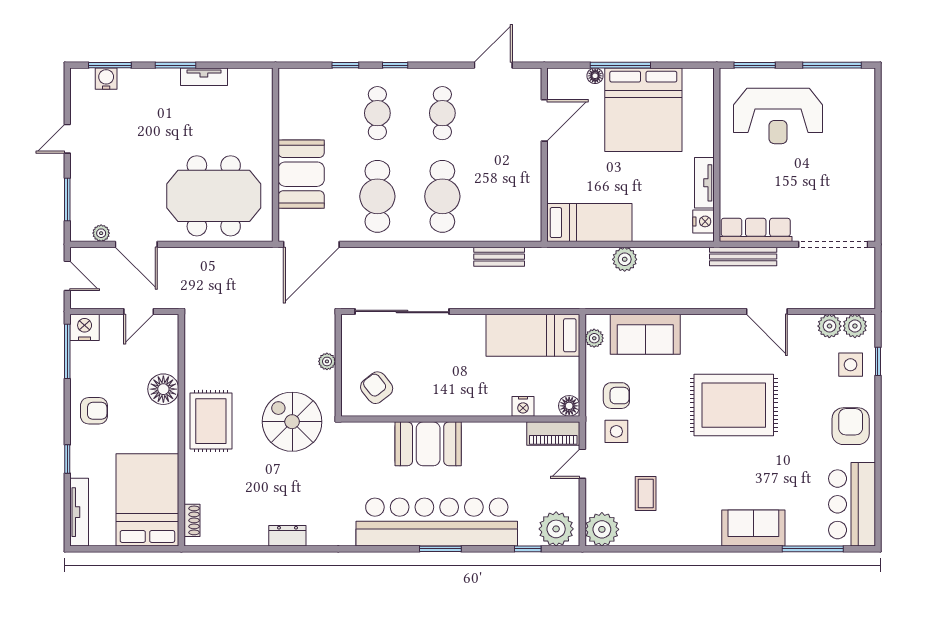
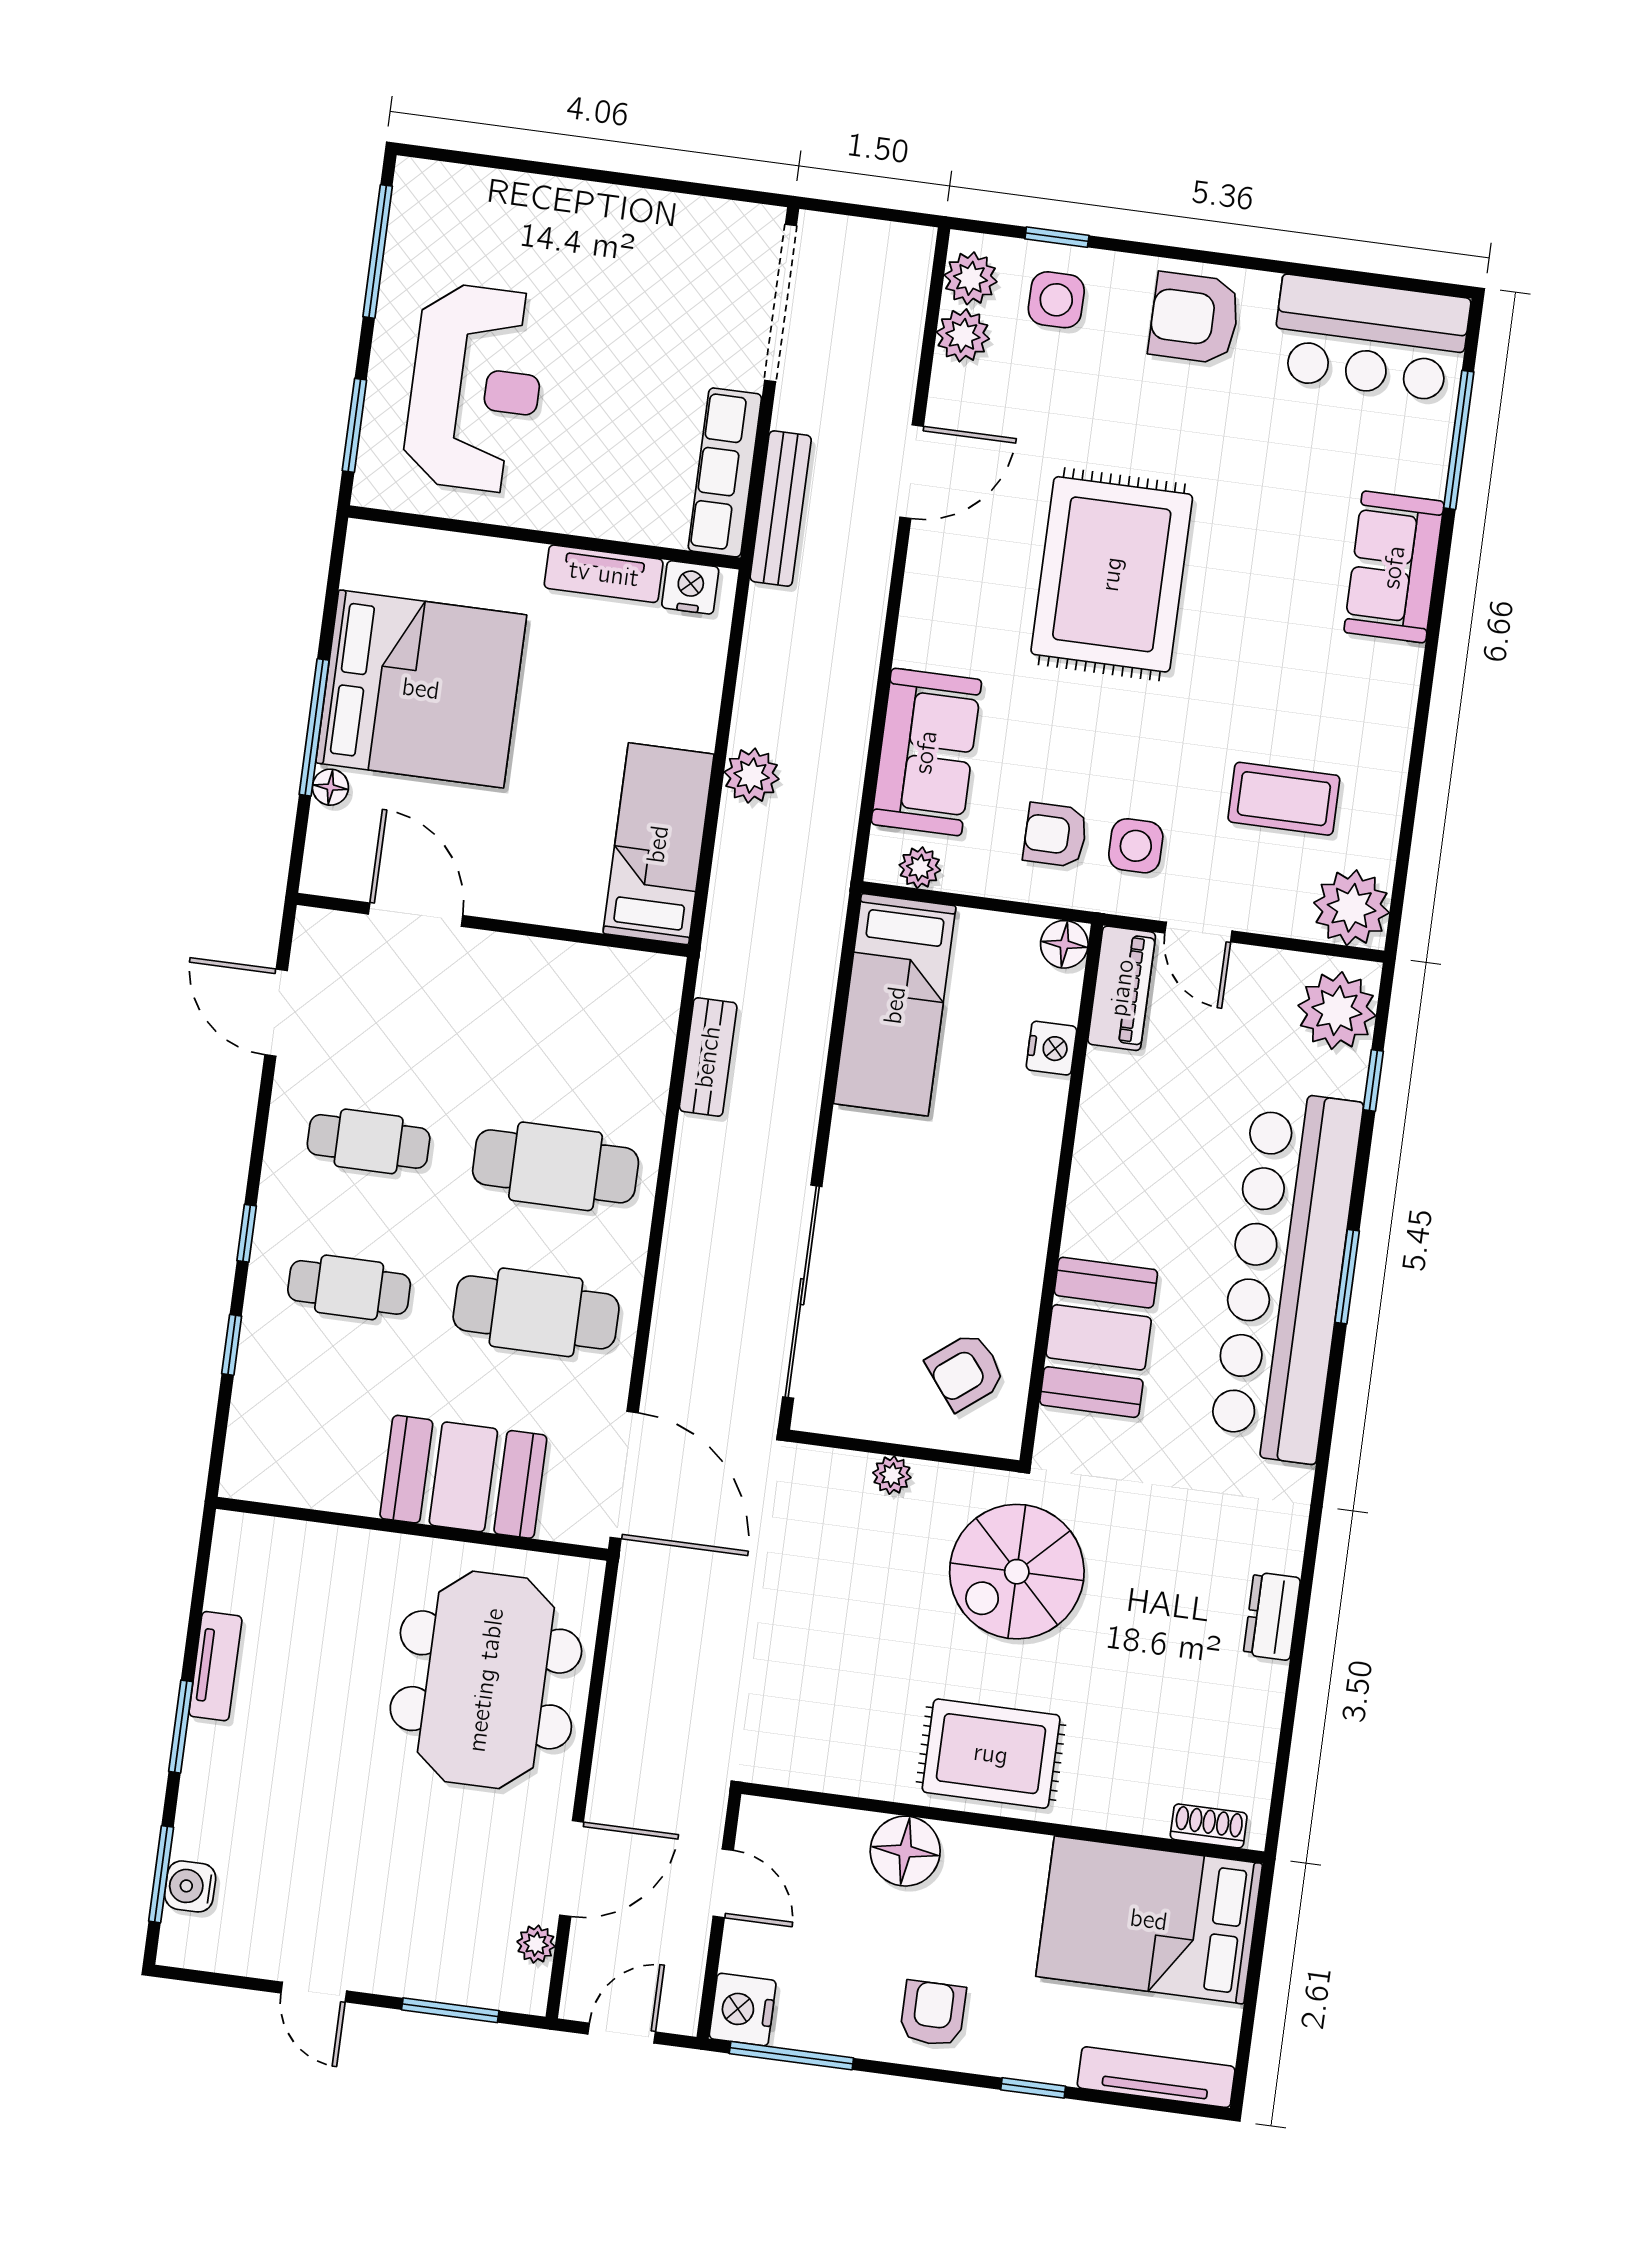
armchair: (616, 396) -> (1055, 835), turned -90
booth: (428, 444) -> (1099, 1337), moved
coffee table: (646, 493) -> (1284, 799), width x1.36, depth x1.30

